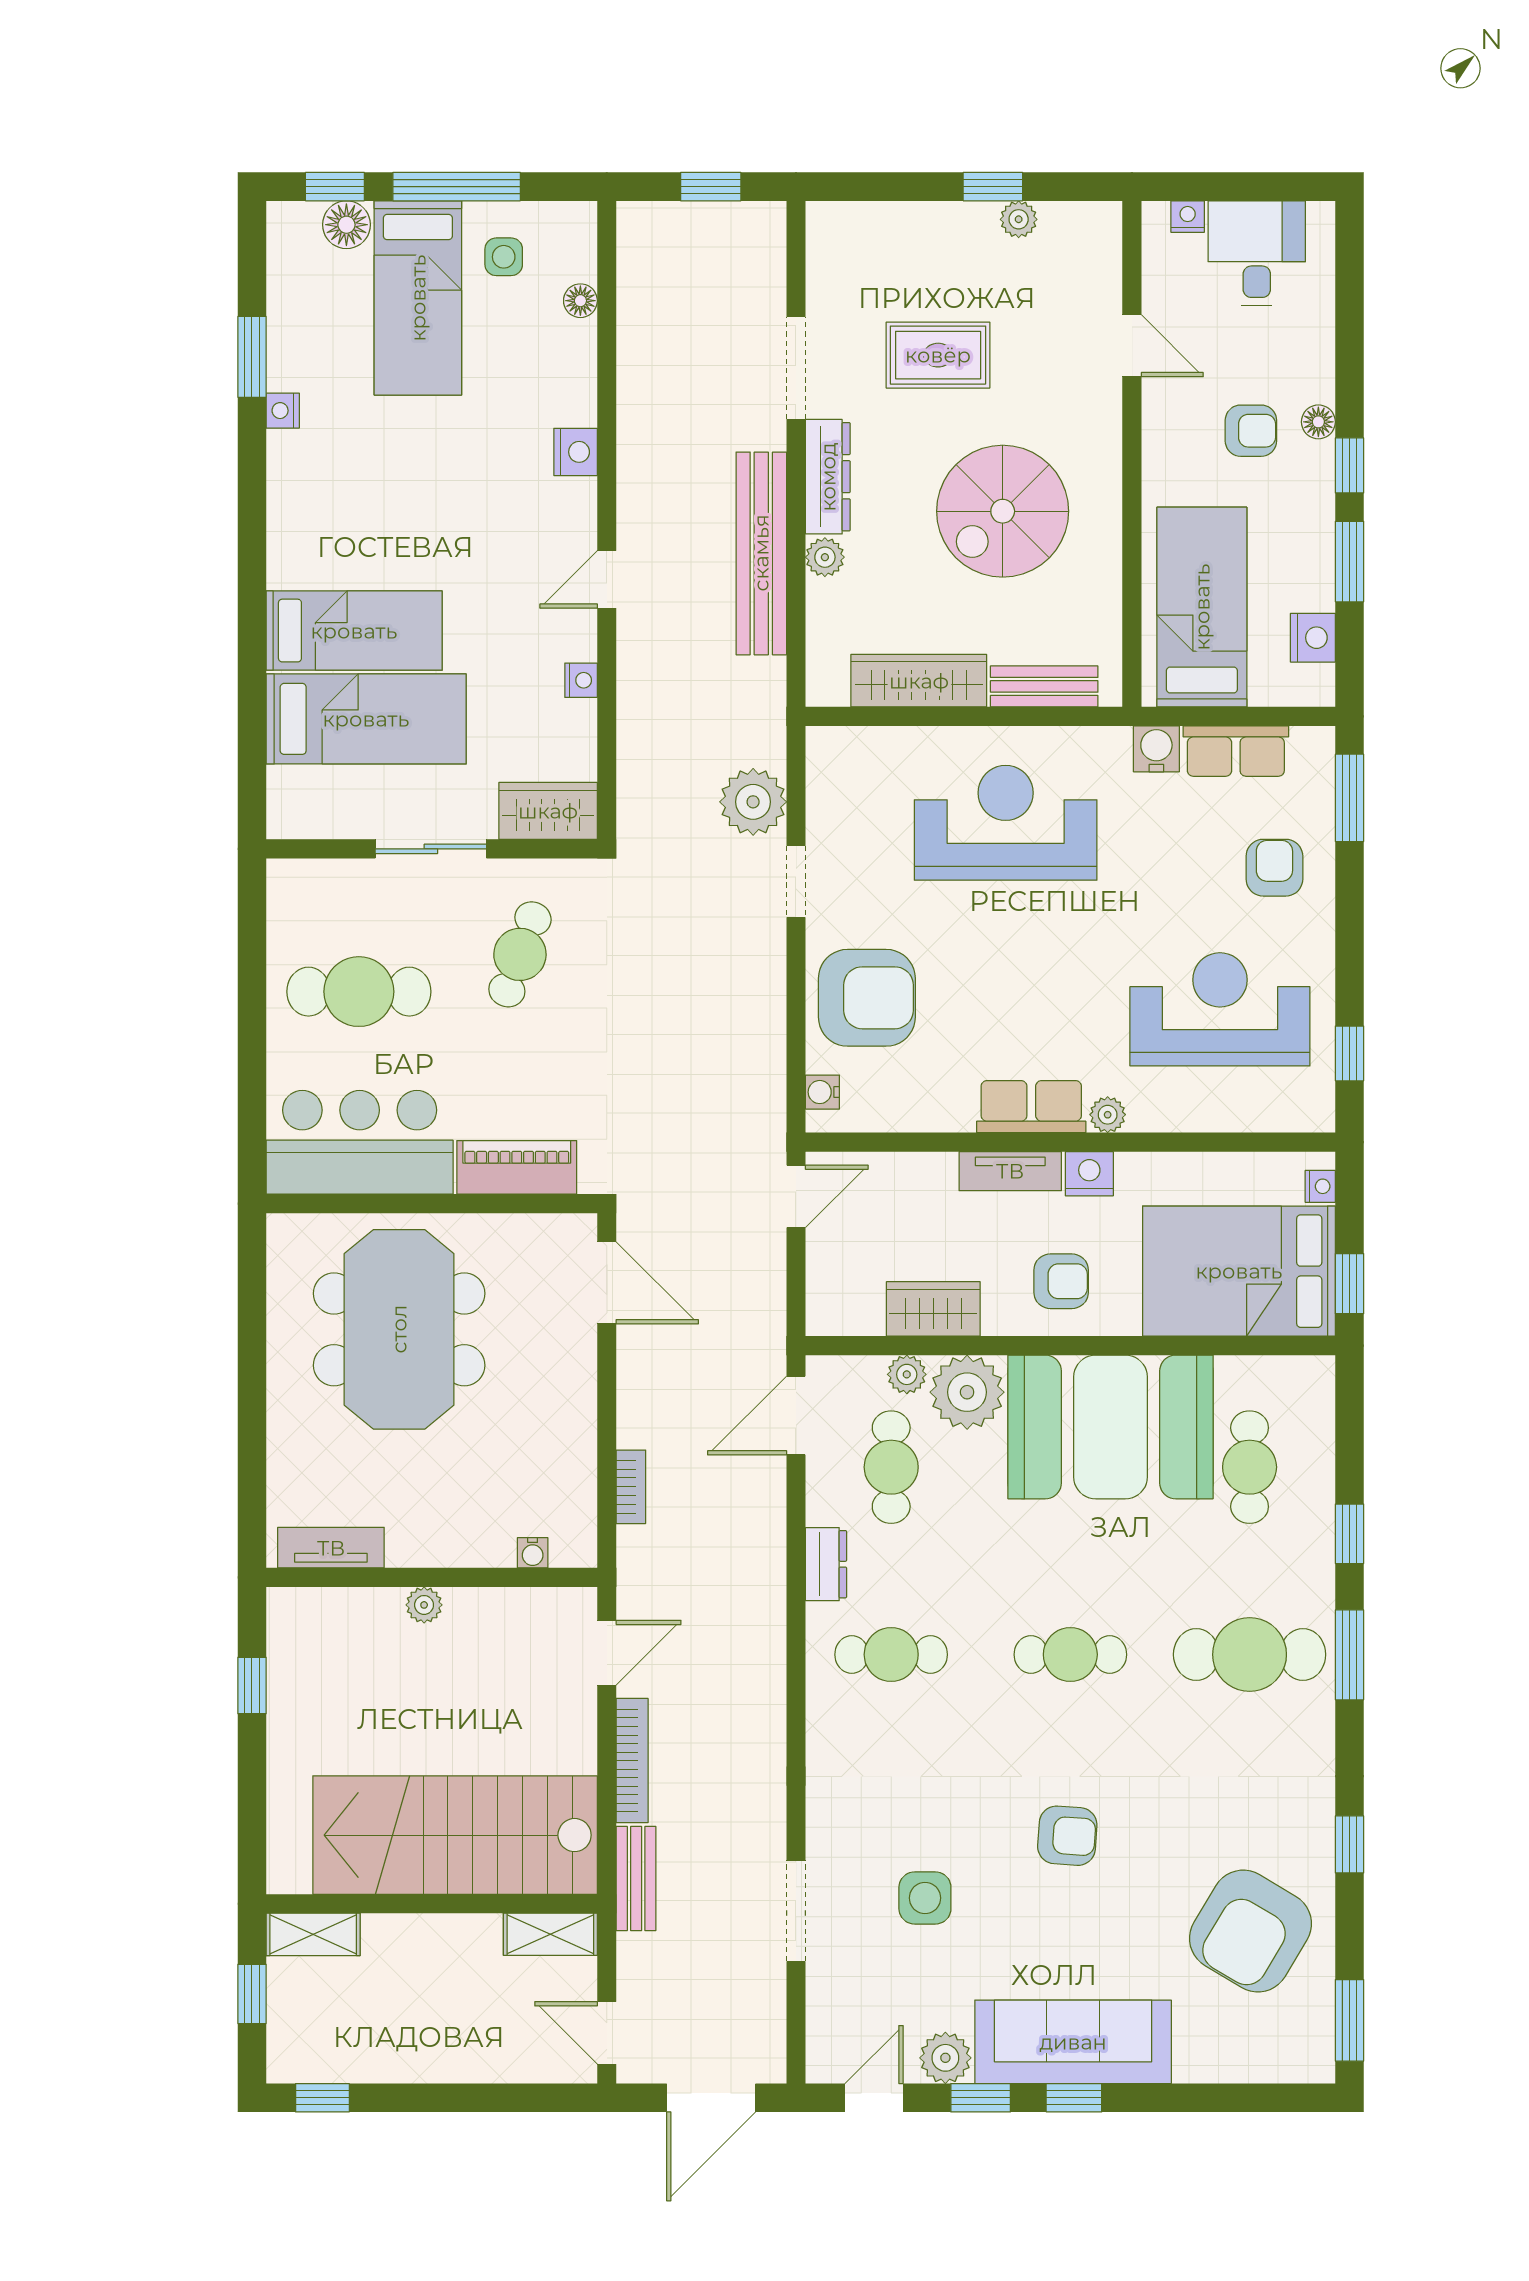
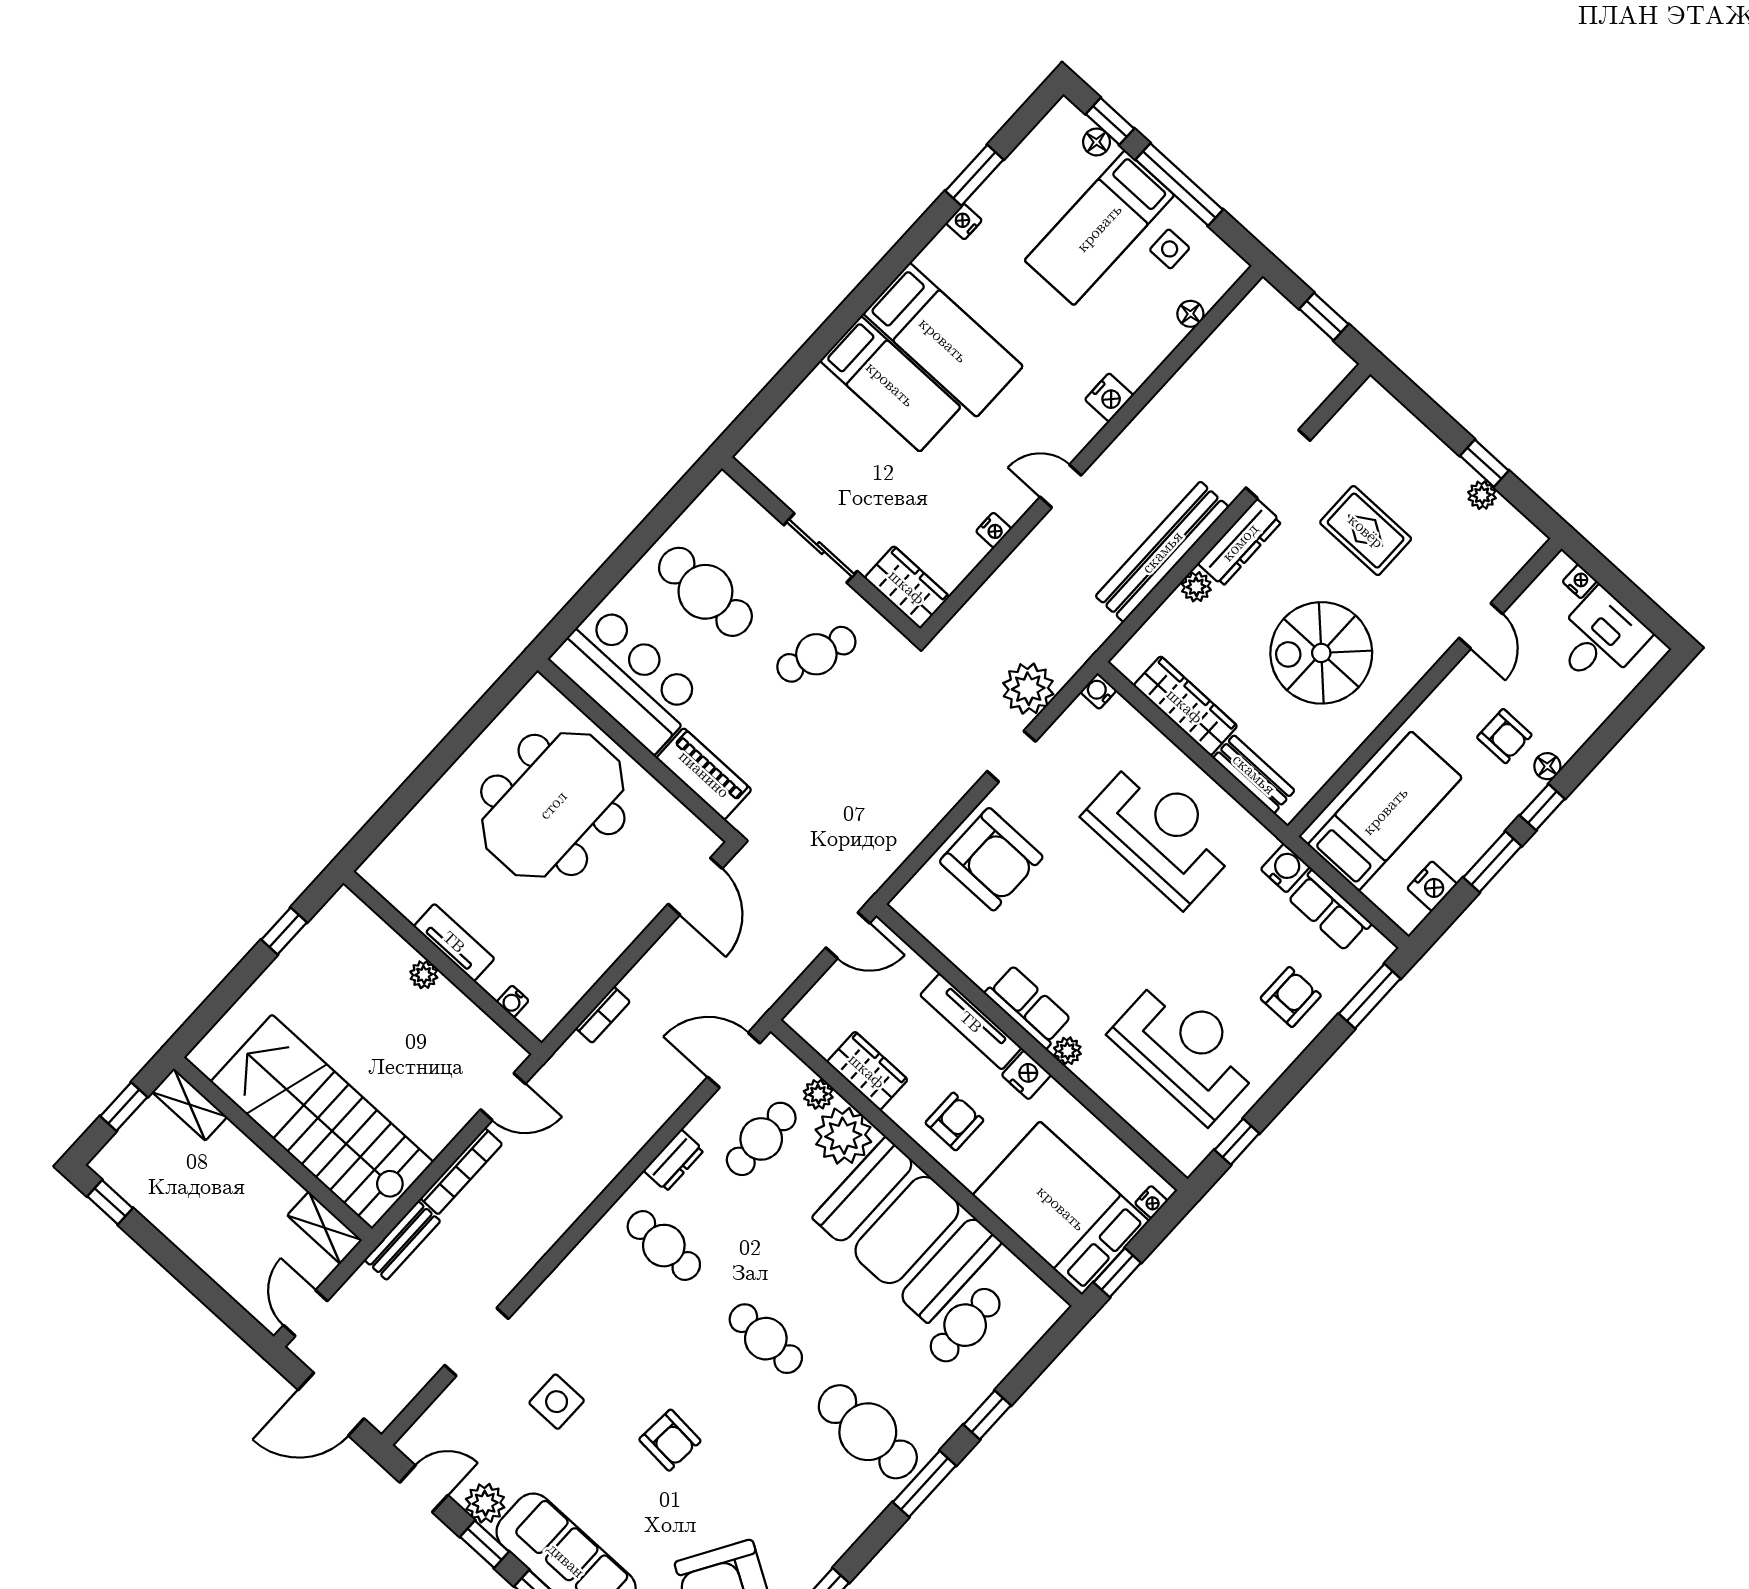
floor lamp: (346, 225) -> (1096, 142), width x0.73, depth x0.73
bed: (366, 719) -> (943, 340), moved
water cooler: (822, 1092) -> (1098, 691), moved
tv unit: (1010, 1171) -> (971, 1022), width x1.41
armchair: (1061, 1281) -> (954, 1121), turned -90
tv unit: (331, 1548) -> (454, 942), moved

